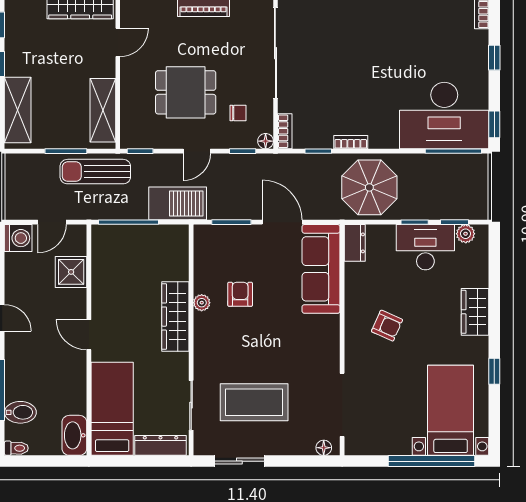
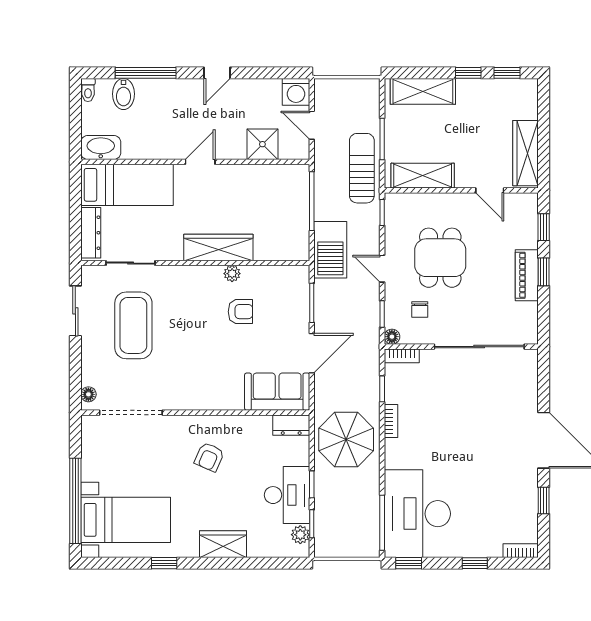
sofa: (321, 269) -> (277, 392), width x0.73

